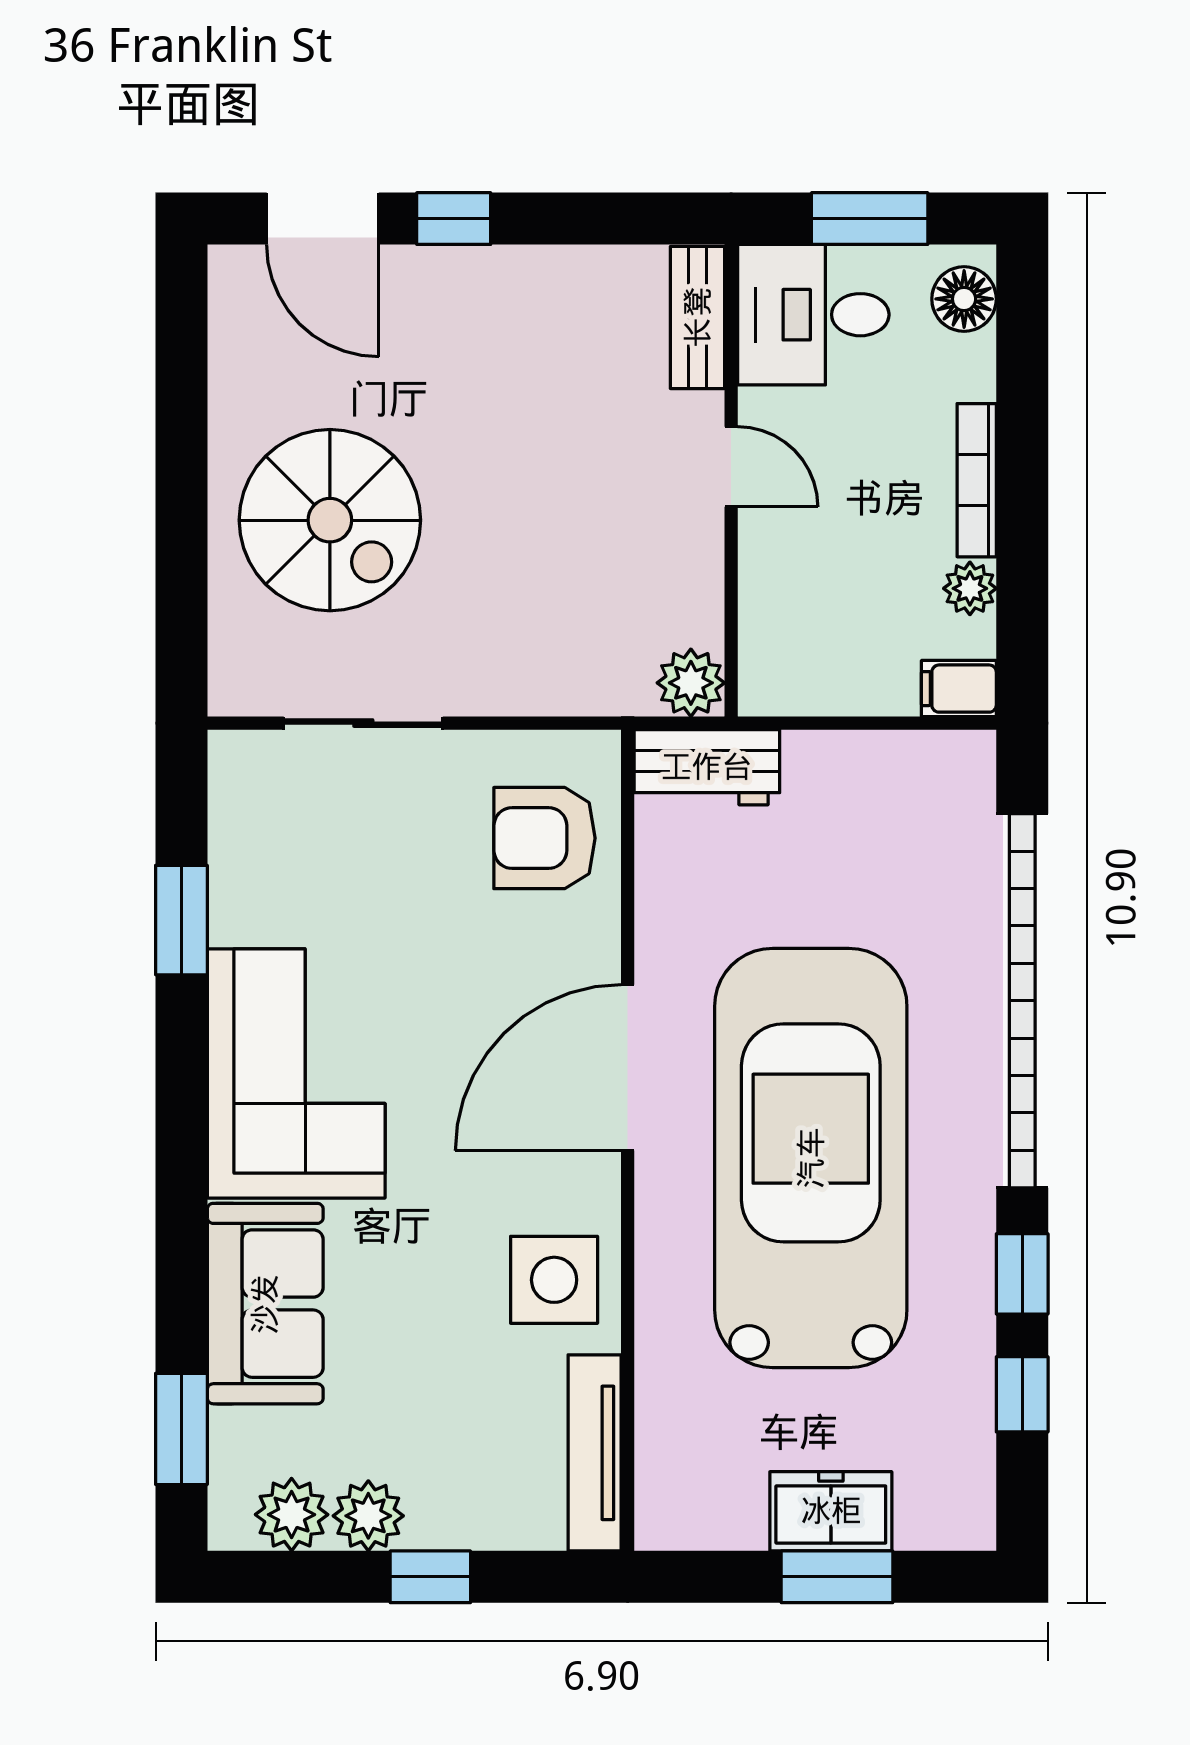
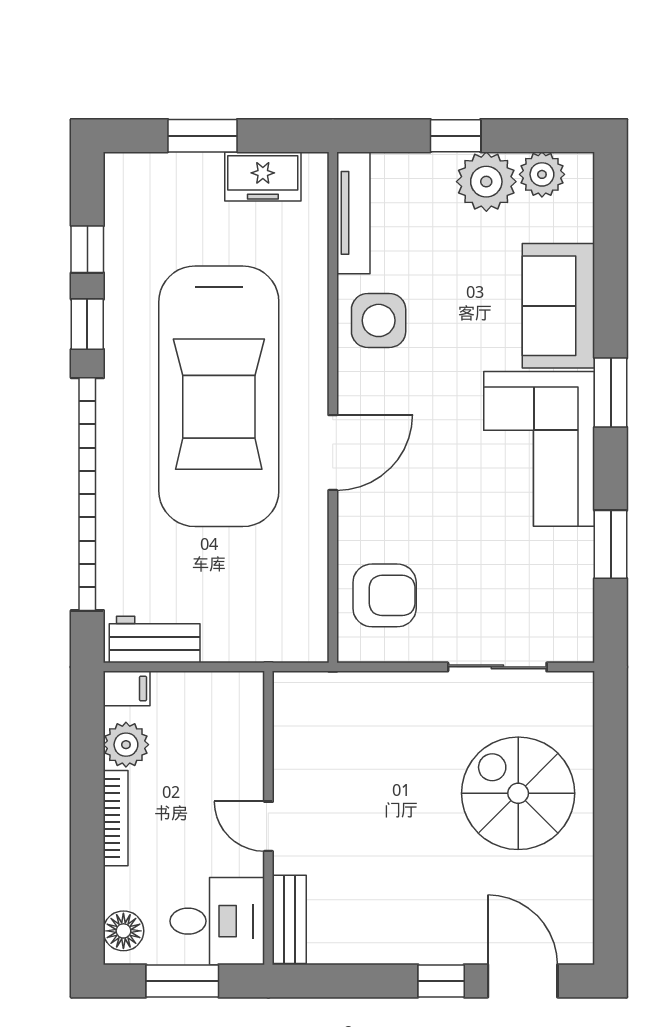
plant: (970, 588) -> (126, 745), width x1.38, depth x1.38
plant: (691, 683) -> (293, 692), removed
workbench: (707, 767) -> (155, 640), moved
door: (628, 1068) -> (333, 453), width x0.73
window: (181, 1429) -> (611, 393), moved
freezer: (831, 1511) -> (263, 176), moved
plant: (368, 1516) -> (486, 182), width x1.36, depth x1.36

